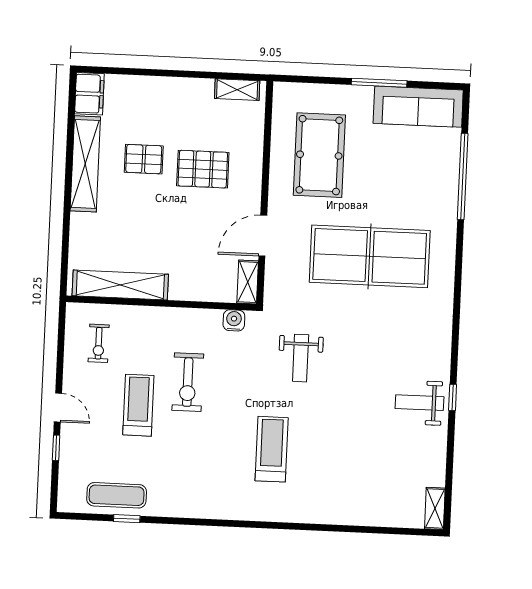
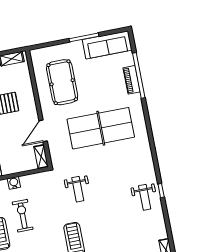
piano: (448, 182) -> (132, 80), added
water cooler: (234, 320) -> (14, 183), moved
exercise bike: (188, 382) -> (23, 216), turned 180
weight bench: (420, 403) -> (145, 197), turned -90

